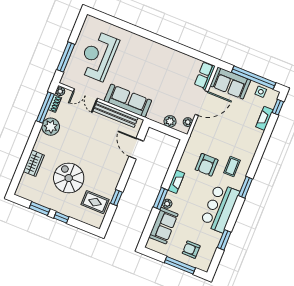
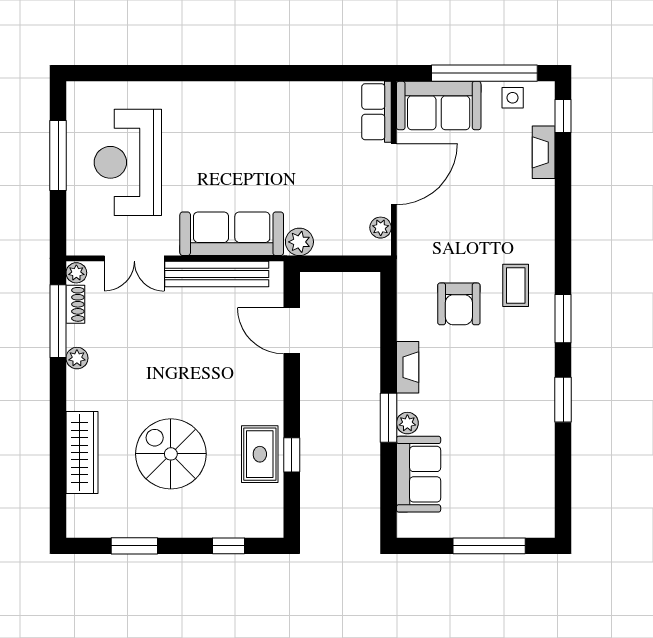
window: (66, 57) -> (58, 155), moved
plant: (170, 121) -> (299, 242), moved
plant: (51, 127) -> (77, 358), width x0.53, depth x0.53
wardrobe: (34, 163) -> (82, 453), width x1.50
rug: (95, 202) -> (260, 454), moved, turned 90
bar counter: (220, 208) -> (525, 386), removed
window: (61, 217) -> (229, 546), moved
window: (224, 240) -> (563, 400), moved
armchair: (191, 250) -> (500, 502), removed

